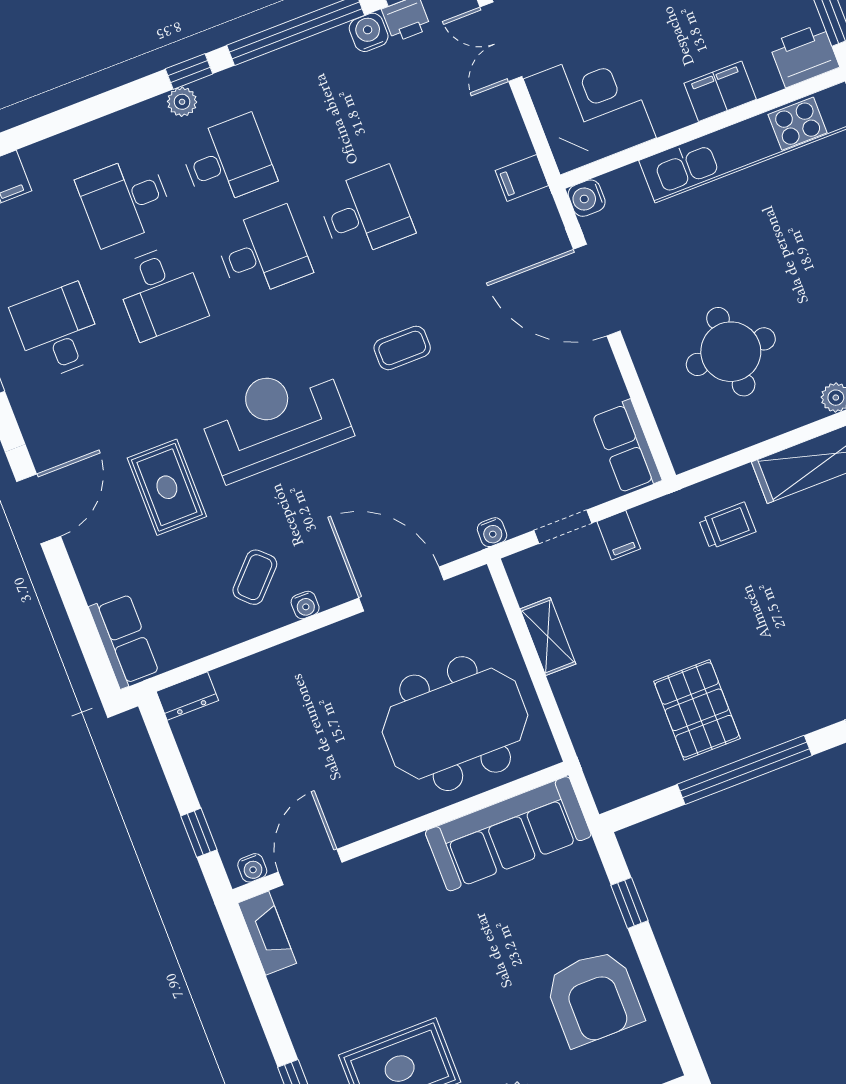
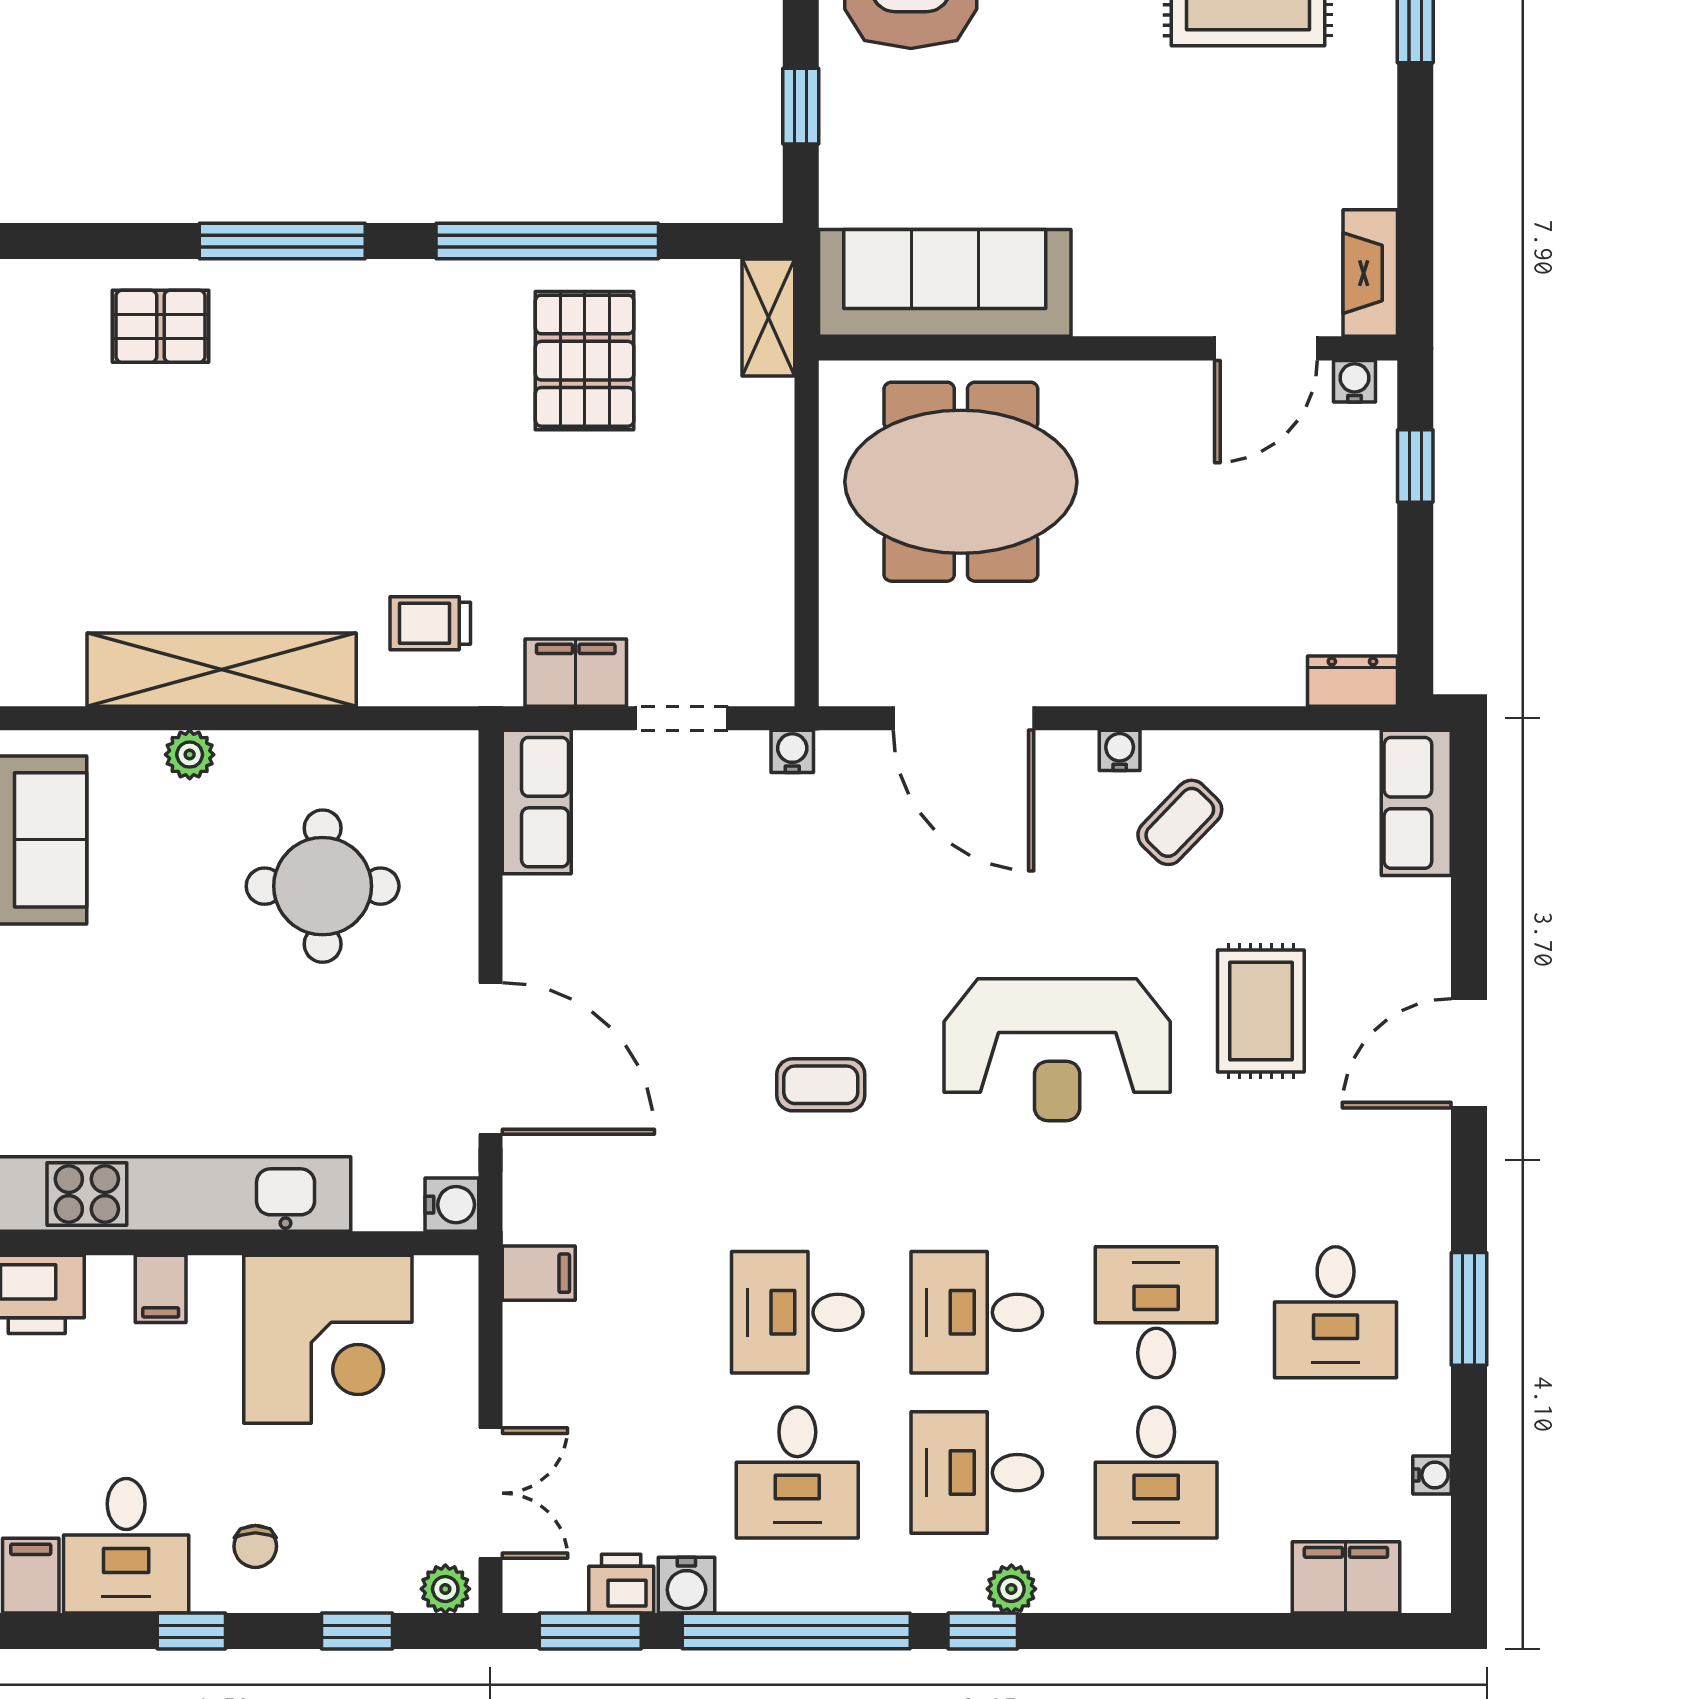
filing cabinet: (720, 91) -> (161, 1289), width x0.50
corner desk: (590, 108) -> (328, 1339), moved, turned -90
desk: (330, 121) -> (797, 1473), added
desk: (125, 200) -> (1156, 1473), turned 90
filing cabinet: (619, 535) -> (576, 673), width x2.00
shelving: (548, 636) -> (768, 317), moved

